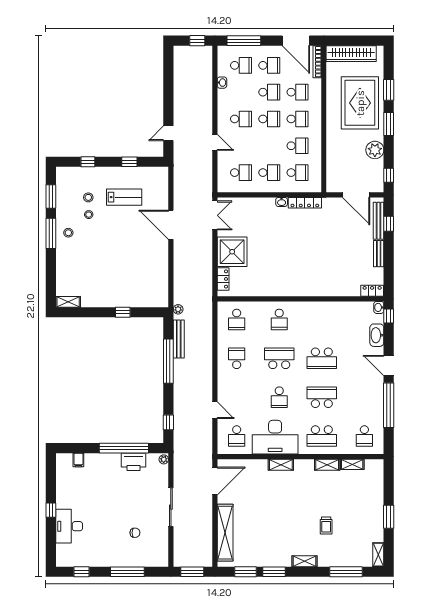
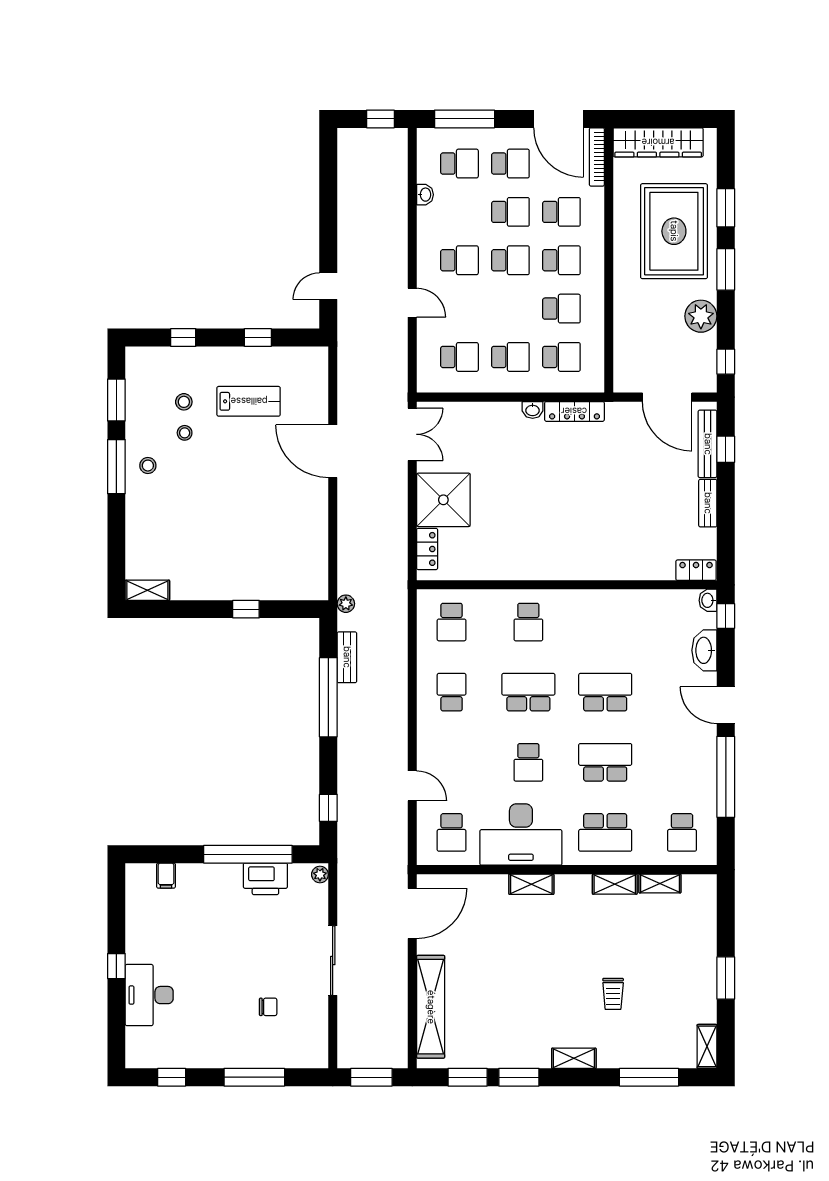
bench: (179, 339) -> (347, 657), width x0.73
school desk: (322, 358) -> (605, 692), turned 180

